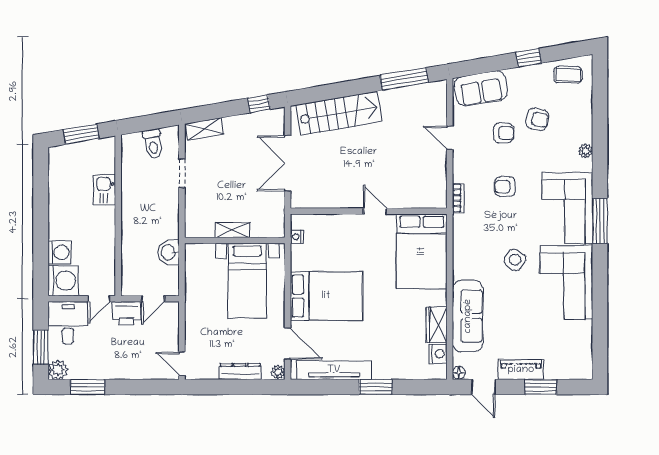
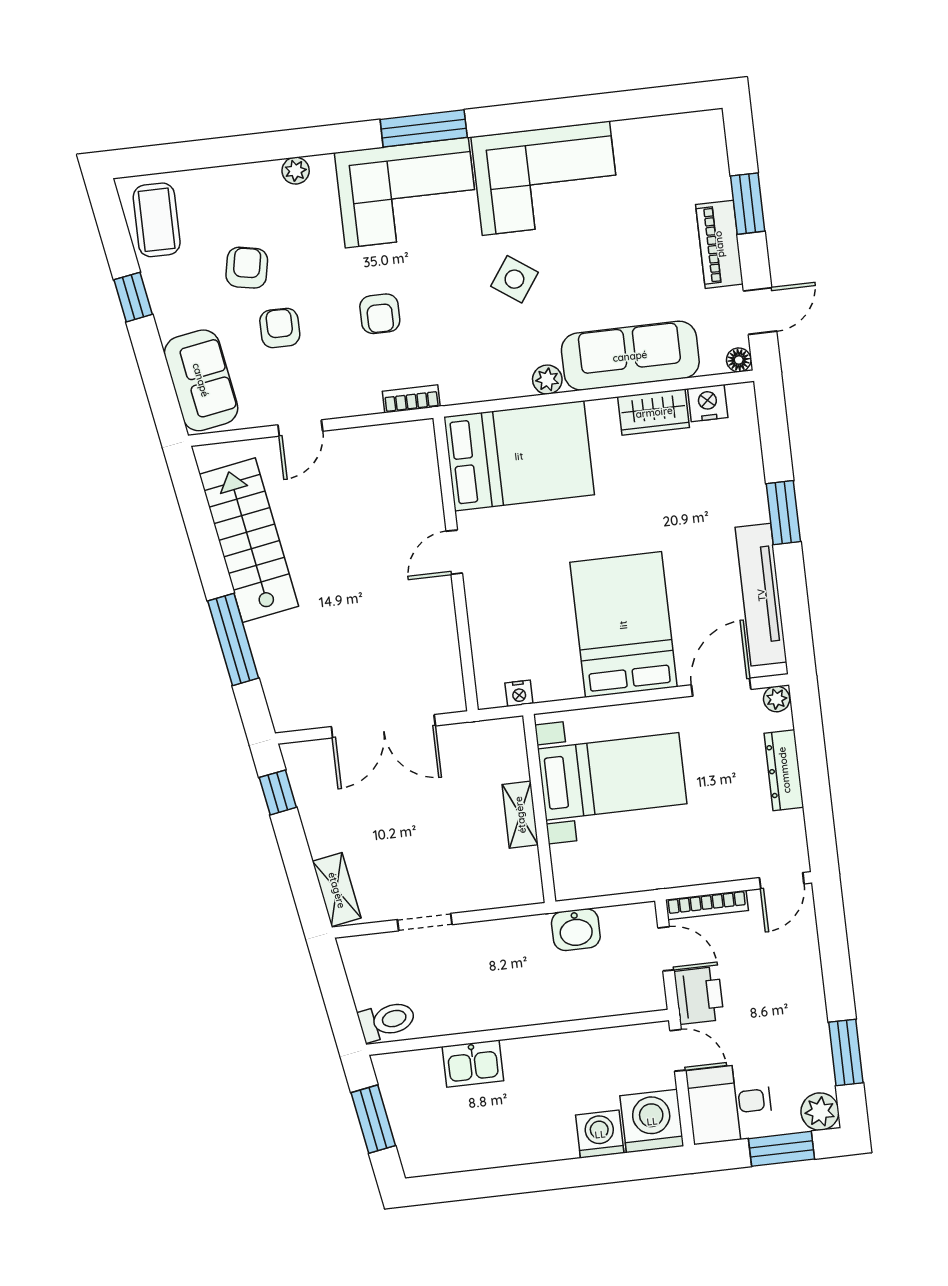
coffee table: (568, 75) -> (157, 220), width x1.36, depth x1.30
window: (404, 79) -> (233, 640), moved
stairs: (339, 113) -> (249, 540), moved
toilet: (153, 144) -> (387, 1021), moved
plant: (460, 271) -> (547, 380), added
bookcase: (174, 323) -> (707, 905), added

